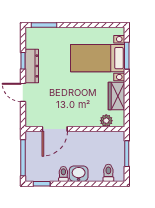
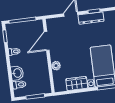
plant: (106, 121) -> (56, 66), moved
door: (55, 129) -> (47, 41), hinge flipped
washbasin: (79, 174) -> (17, 73), moved

